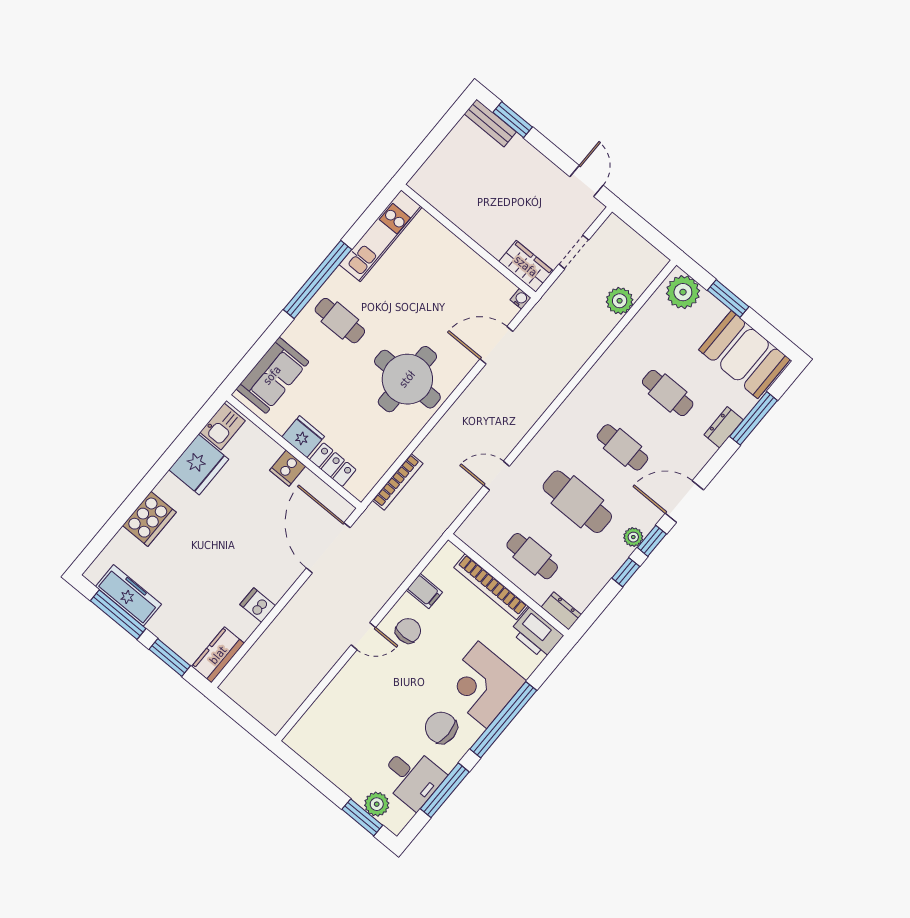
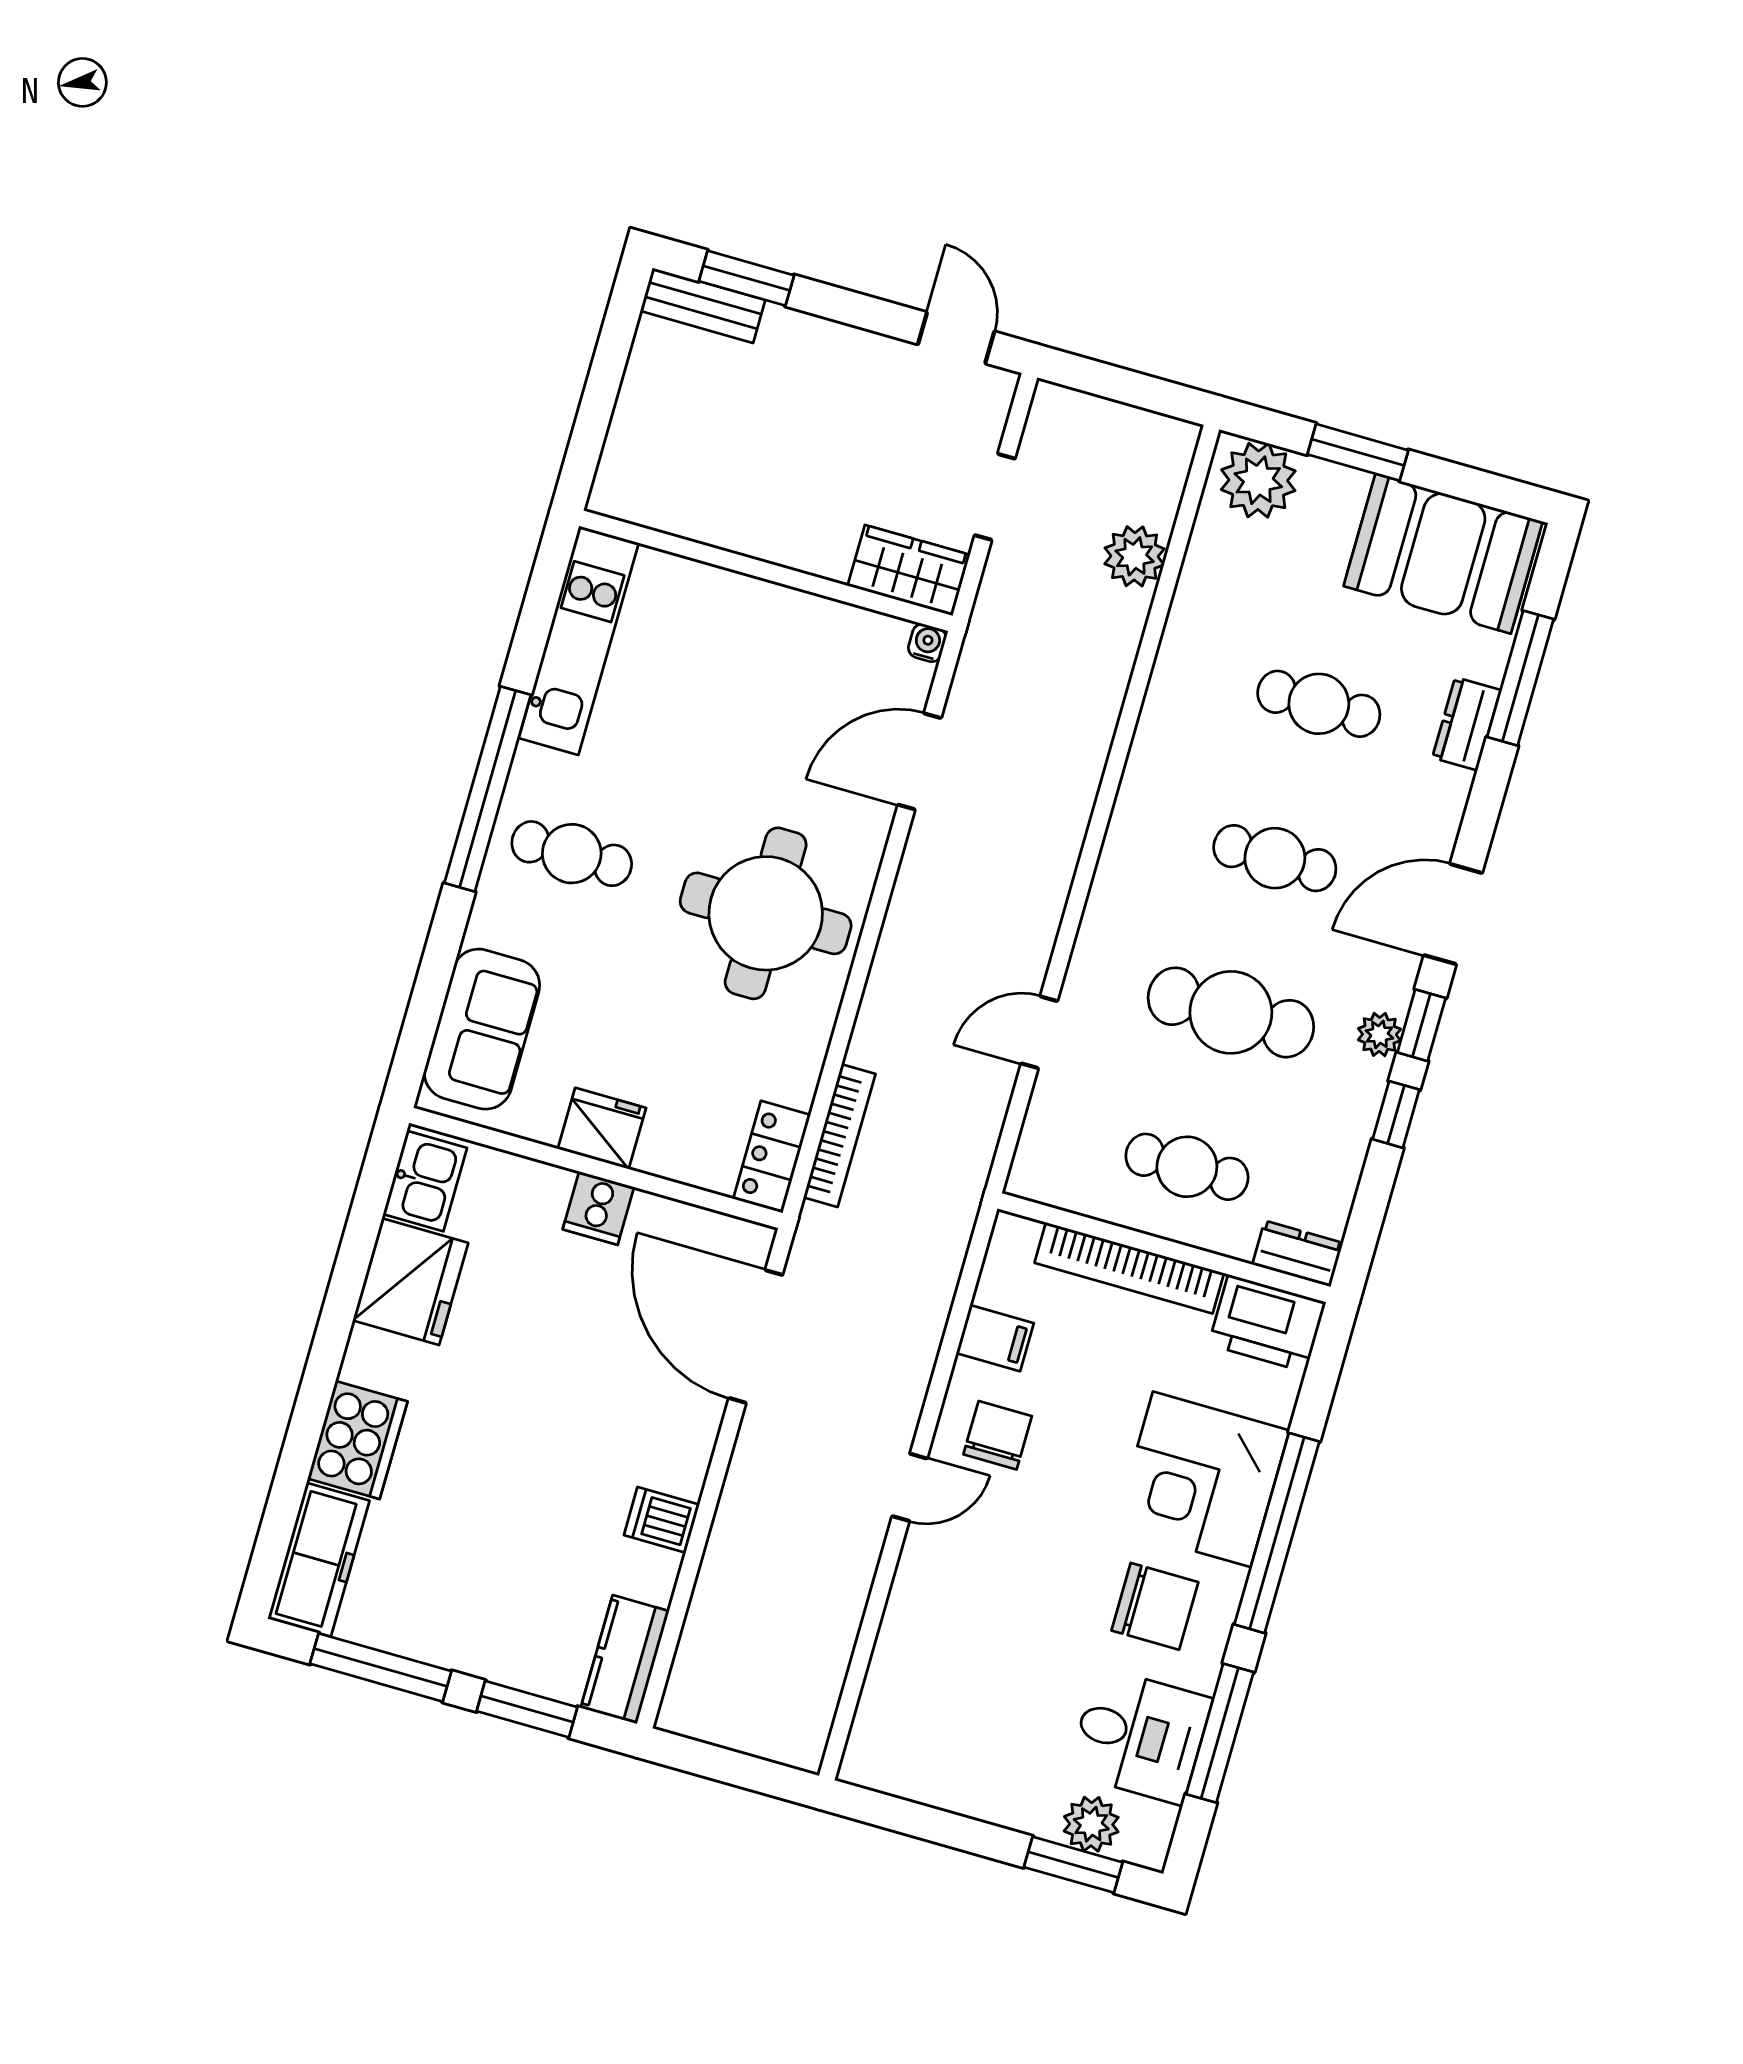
locker: (333, 465) -> (772, 1157), moved, turned -90
freezer: (128, 595) -> (319, 1560), moved, turned 90
chair: (441, 728) -> (1155, 1606), turned 180

